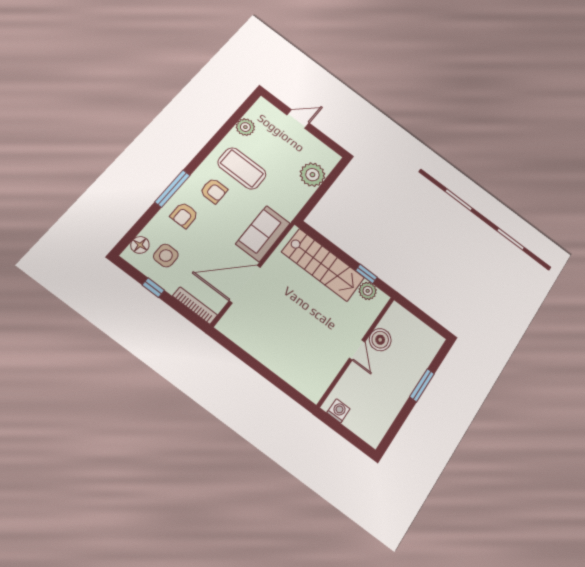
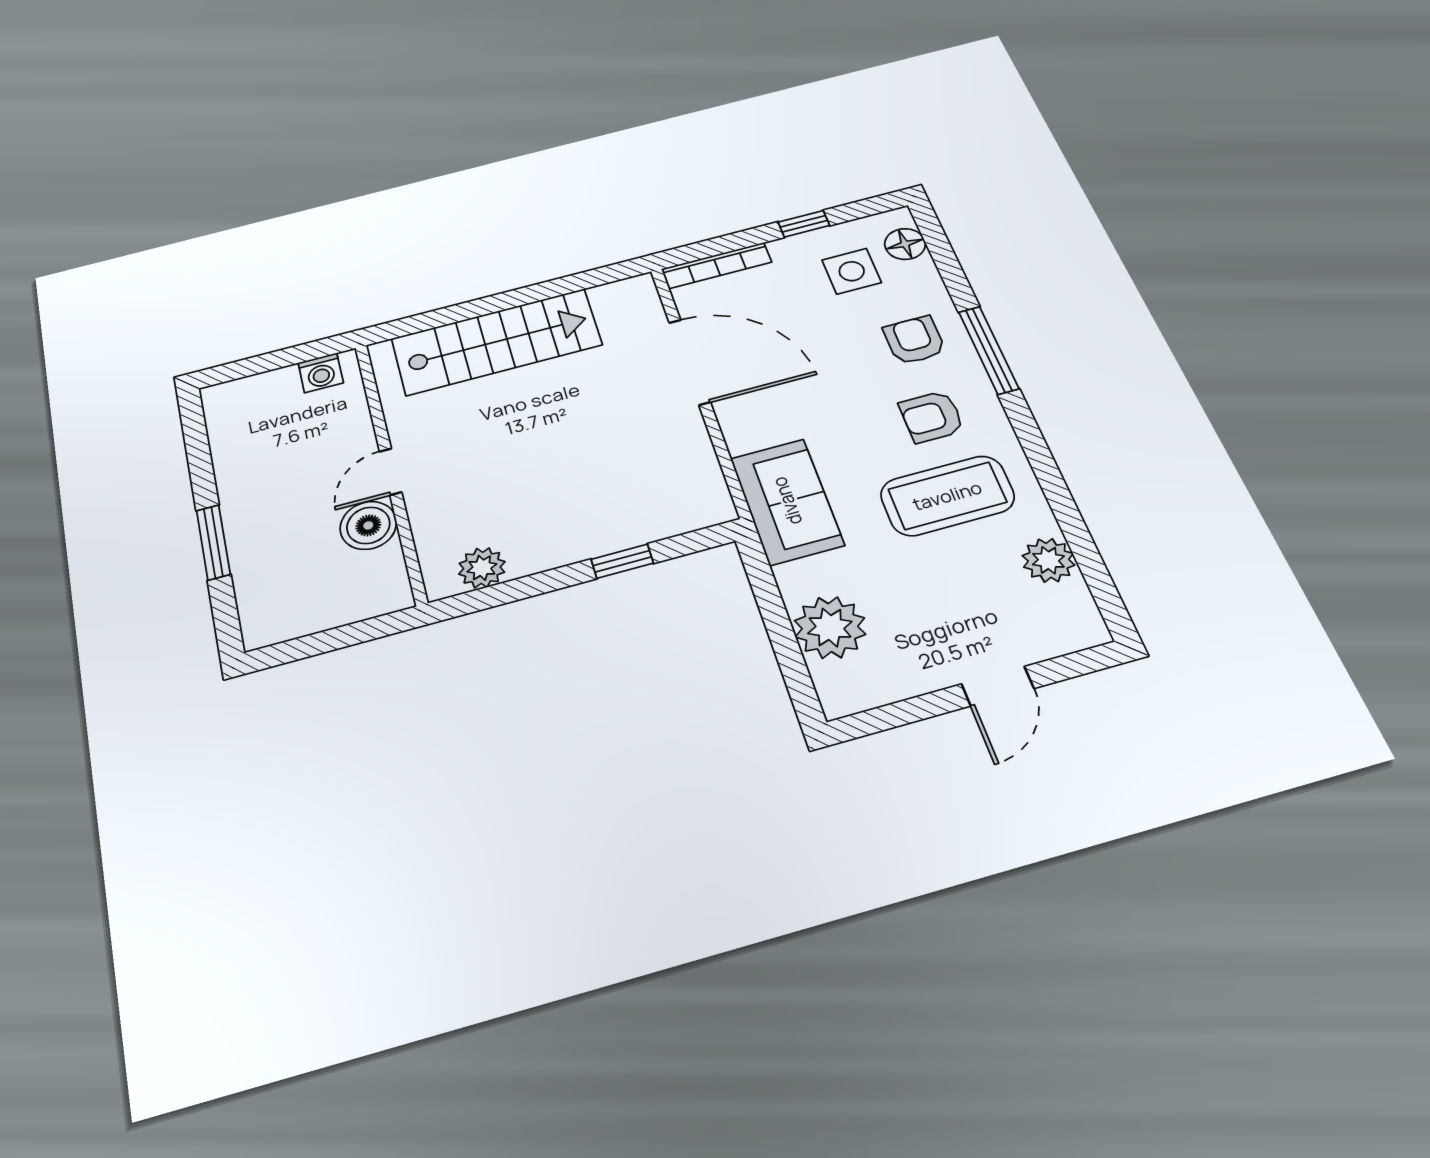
sofa: (263, 234) -> (787, 501), moved
stairs: (323, 265) -> (496, 342), moved, turned 180
window: (366, 274) -> (622, 561), moved
door: (245, 284) -> (690, 362), hinge flipped
door: (357, 350) -> (391, 472), hinge flipped

